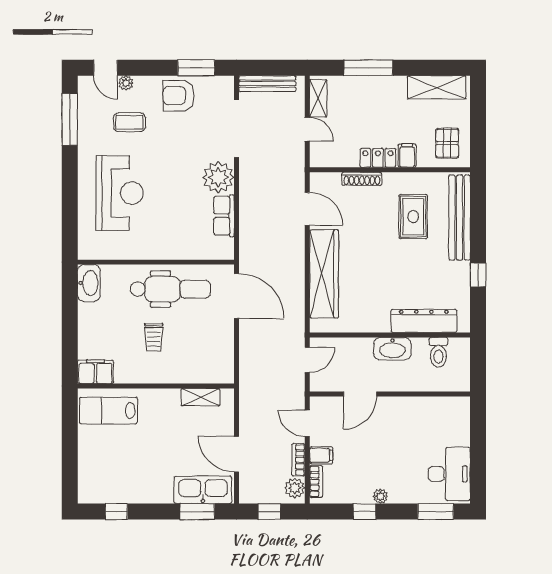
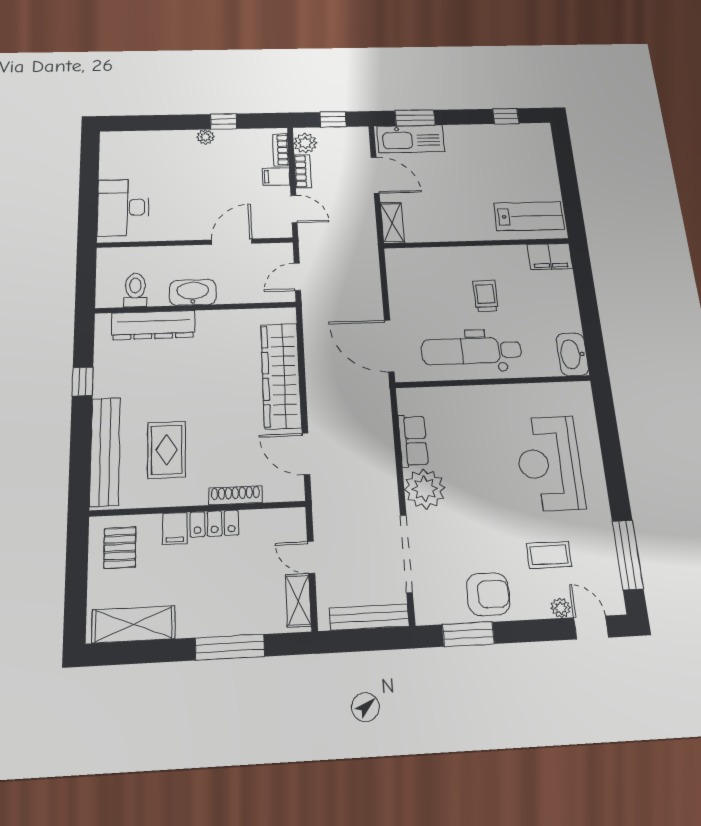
shelving: (200, 397) -> (392, 223), moved, turned 90
desk: (449, 474) -> (123, 207), moved
window: (436, 512) -> (141, 123), removed

